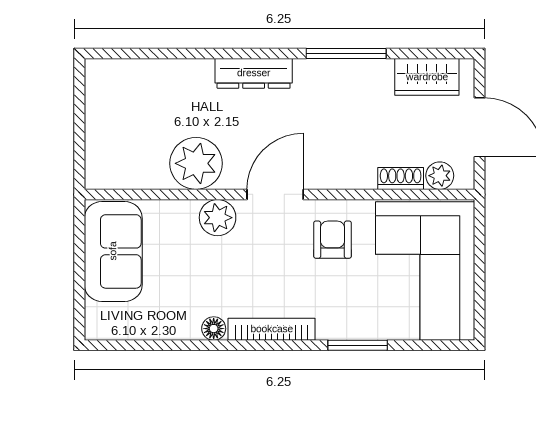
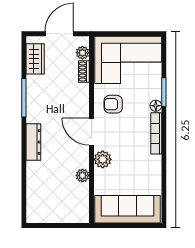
plant: (196, 163) -> (82, 175), width x0.53, depth x0.53
sofa: (113, 251) -> (128, 209), width x1.36
floor lamp: (214, 329) -> (156, 106), moved

